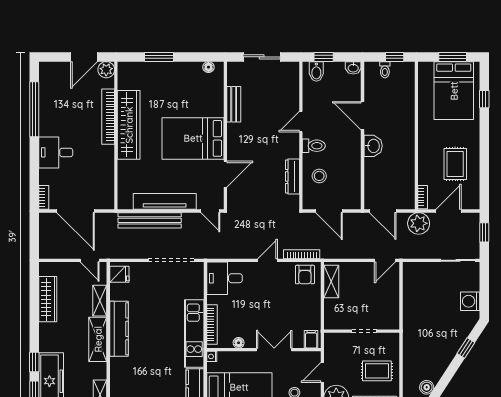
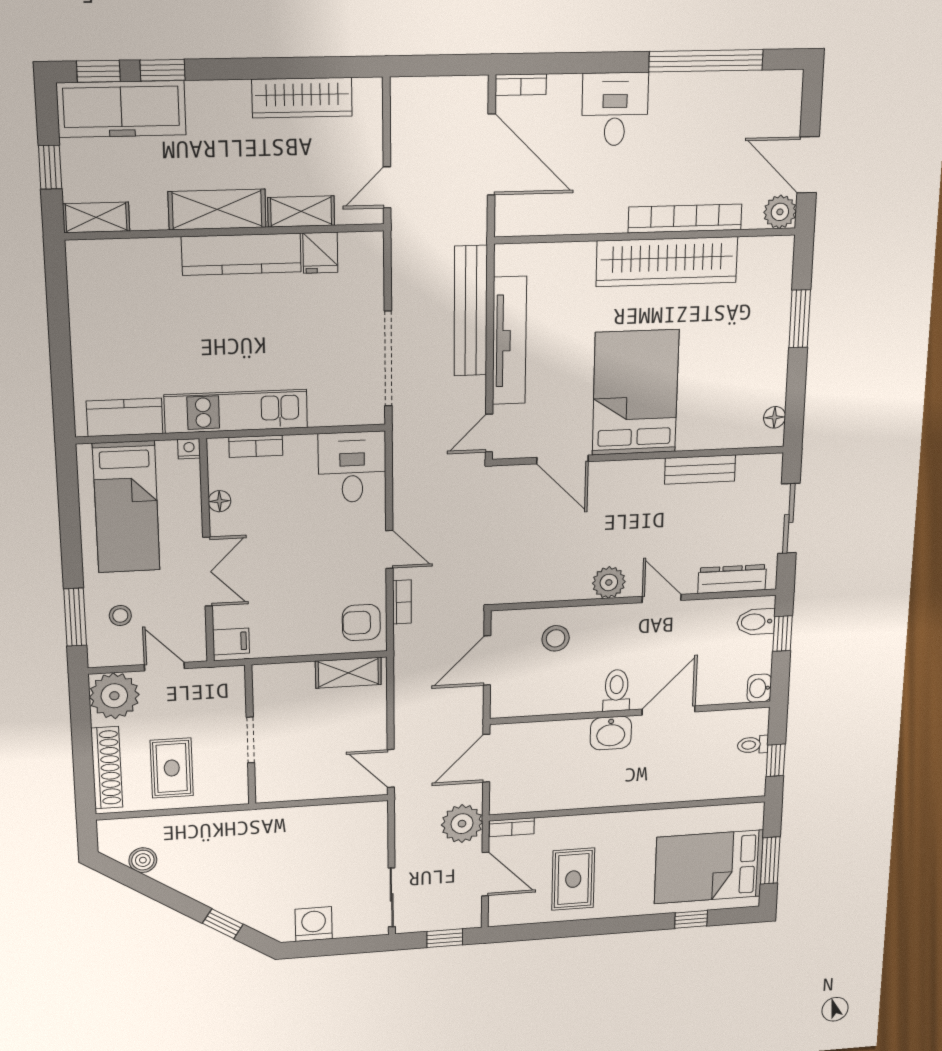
toilet: (314, 146) -> (616, 690), moved, turned 180
plant: (291, 149) -> (609, 582), added
rug: (455, 164) -> (573, 879), turned 90
dresser: (292, 177) -> (732, 579), moved
door: (76, 211) -> (491, 155), swing flipped
bookcase: (302, 254) -> (402, 602), width x0.64
fridge: (119, 274) -> (320, 253), moved
bookcase: (212, 325) -> (256, 446), width x0.64

